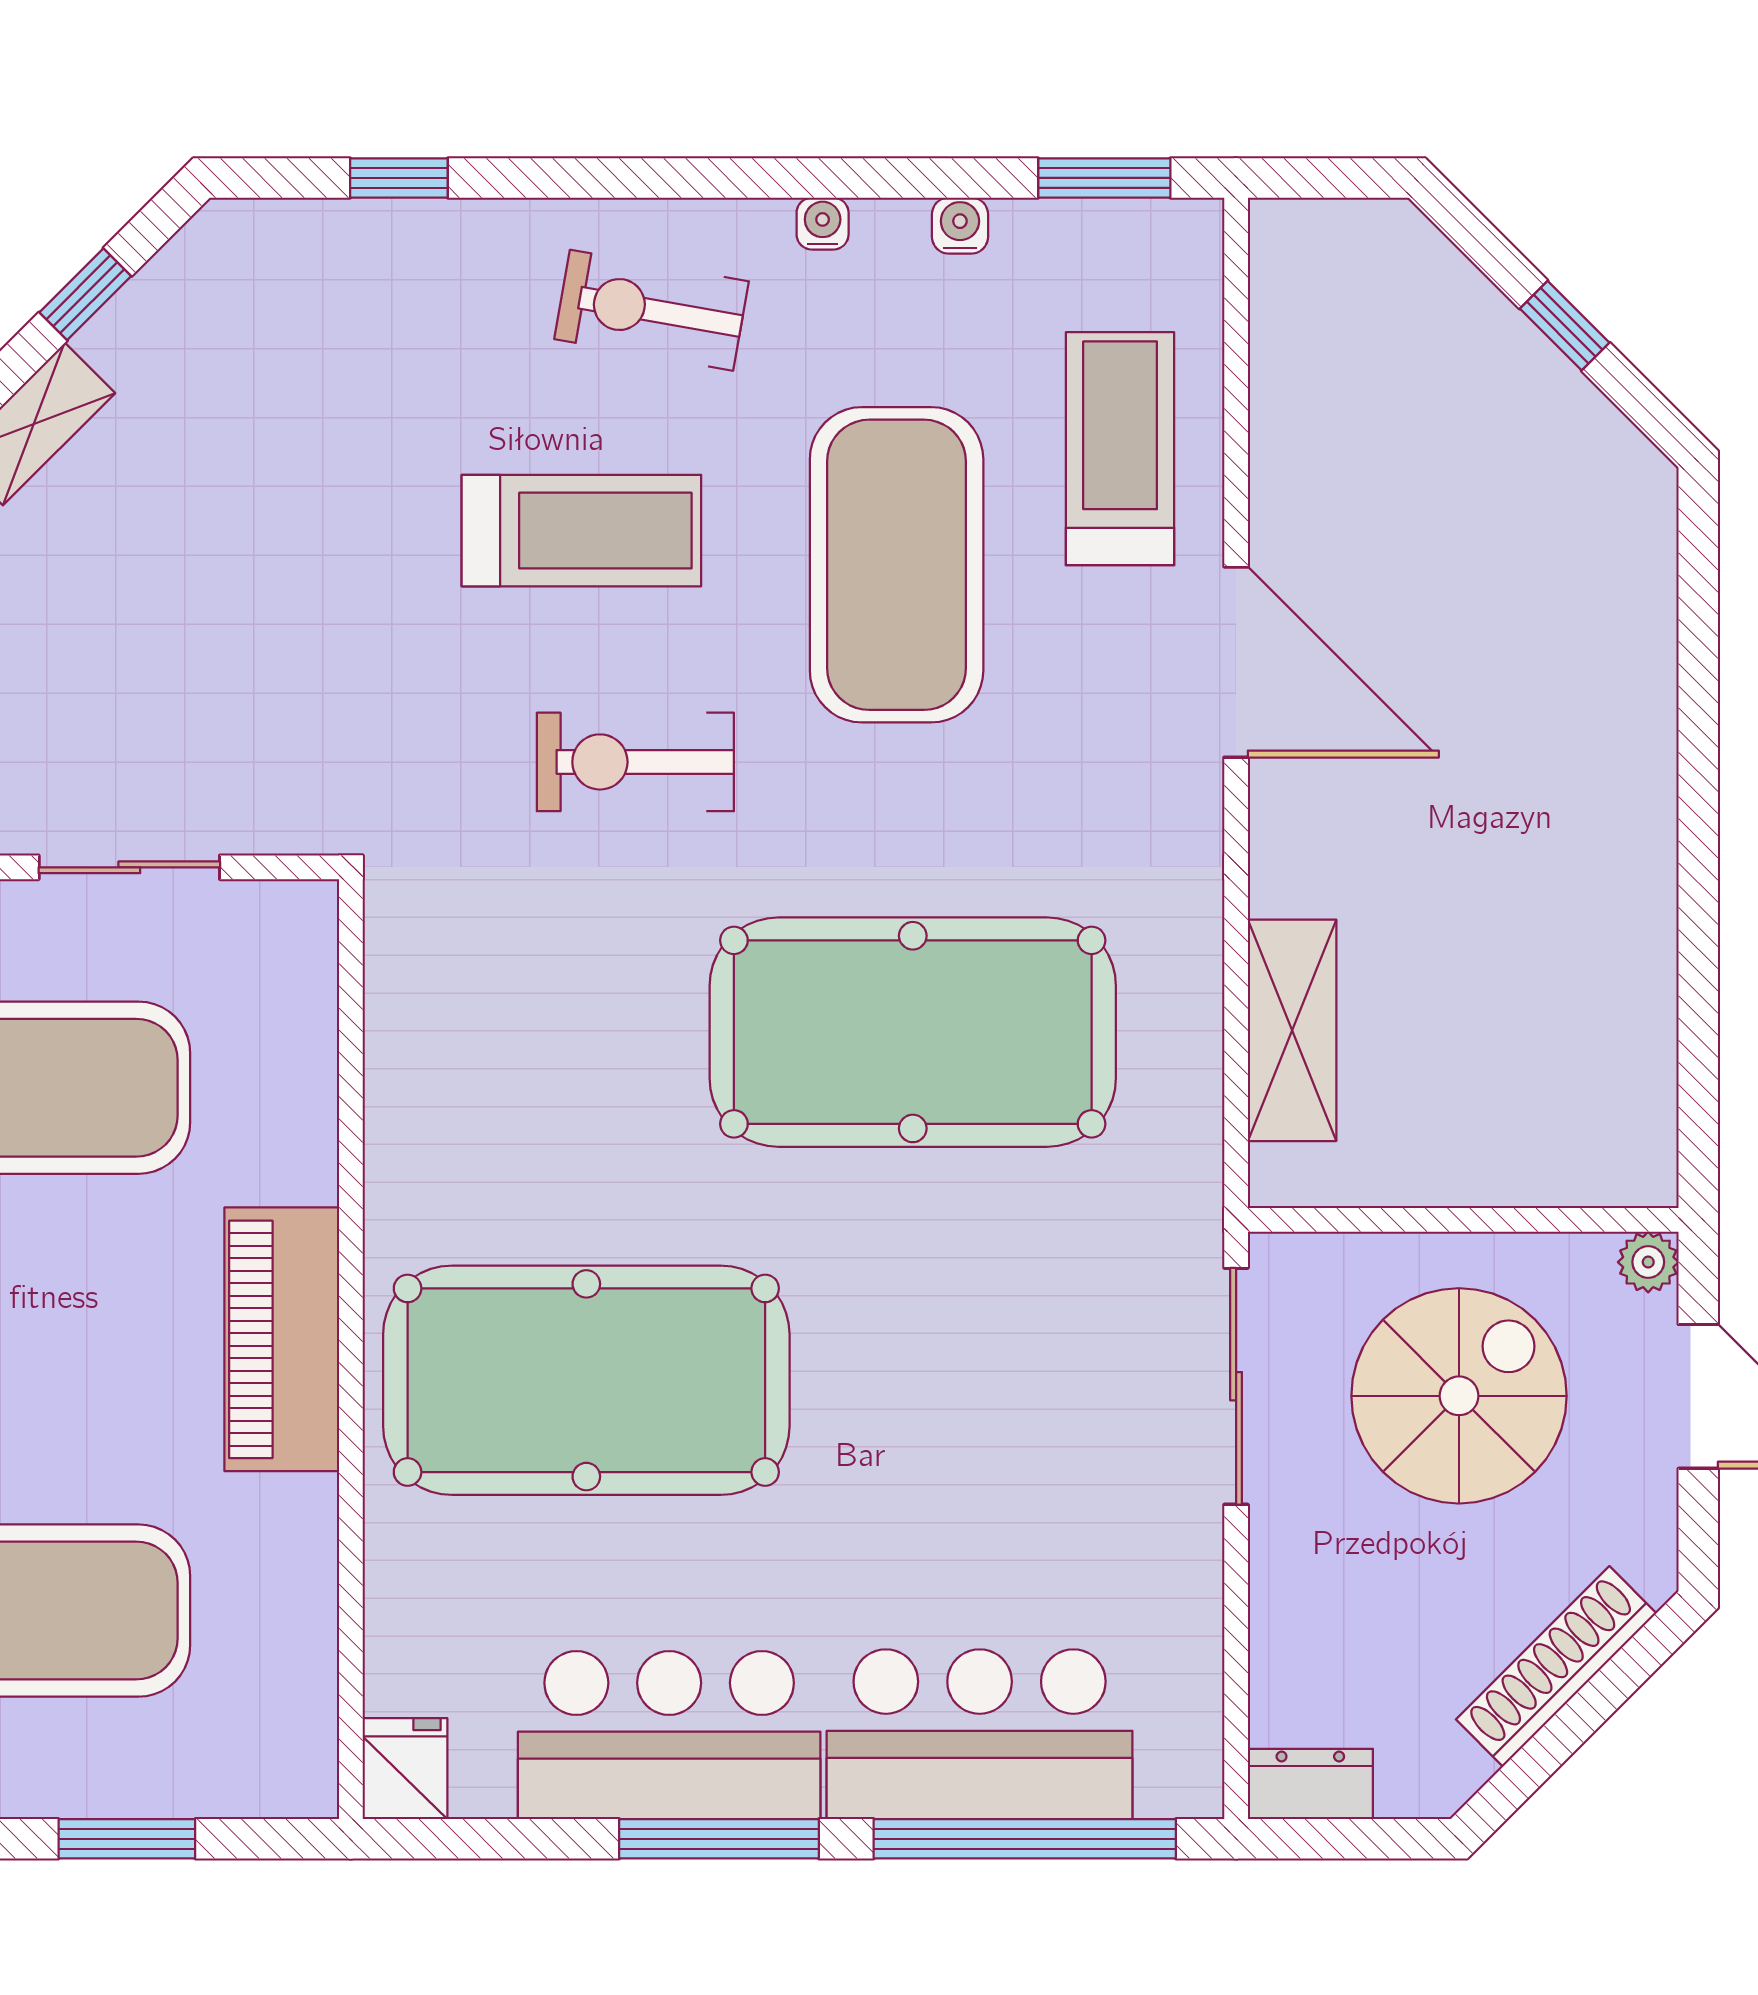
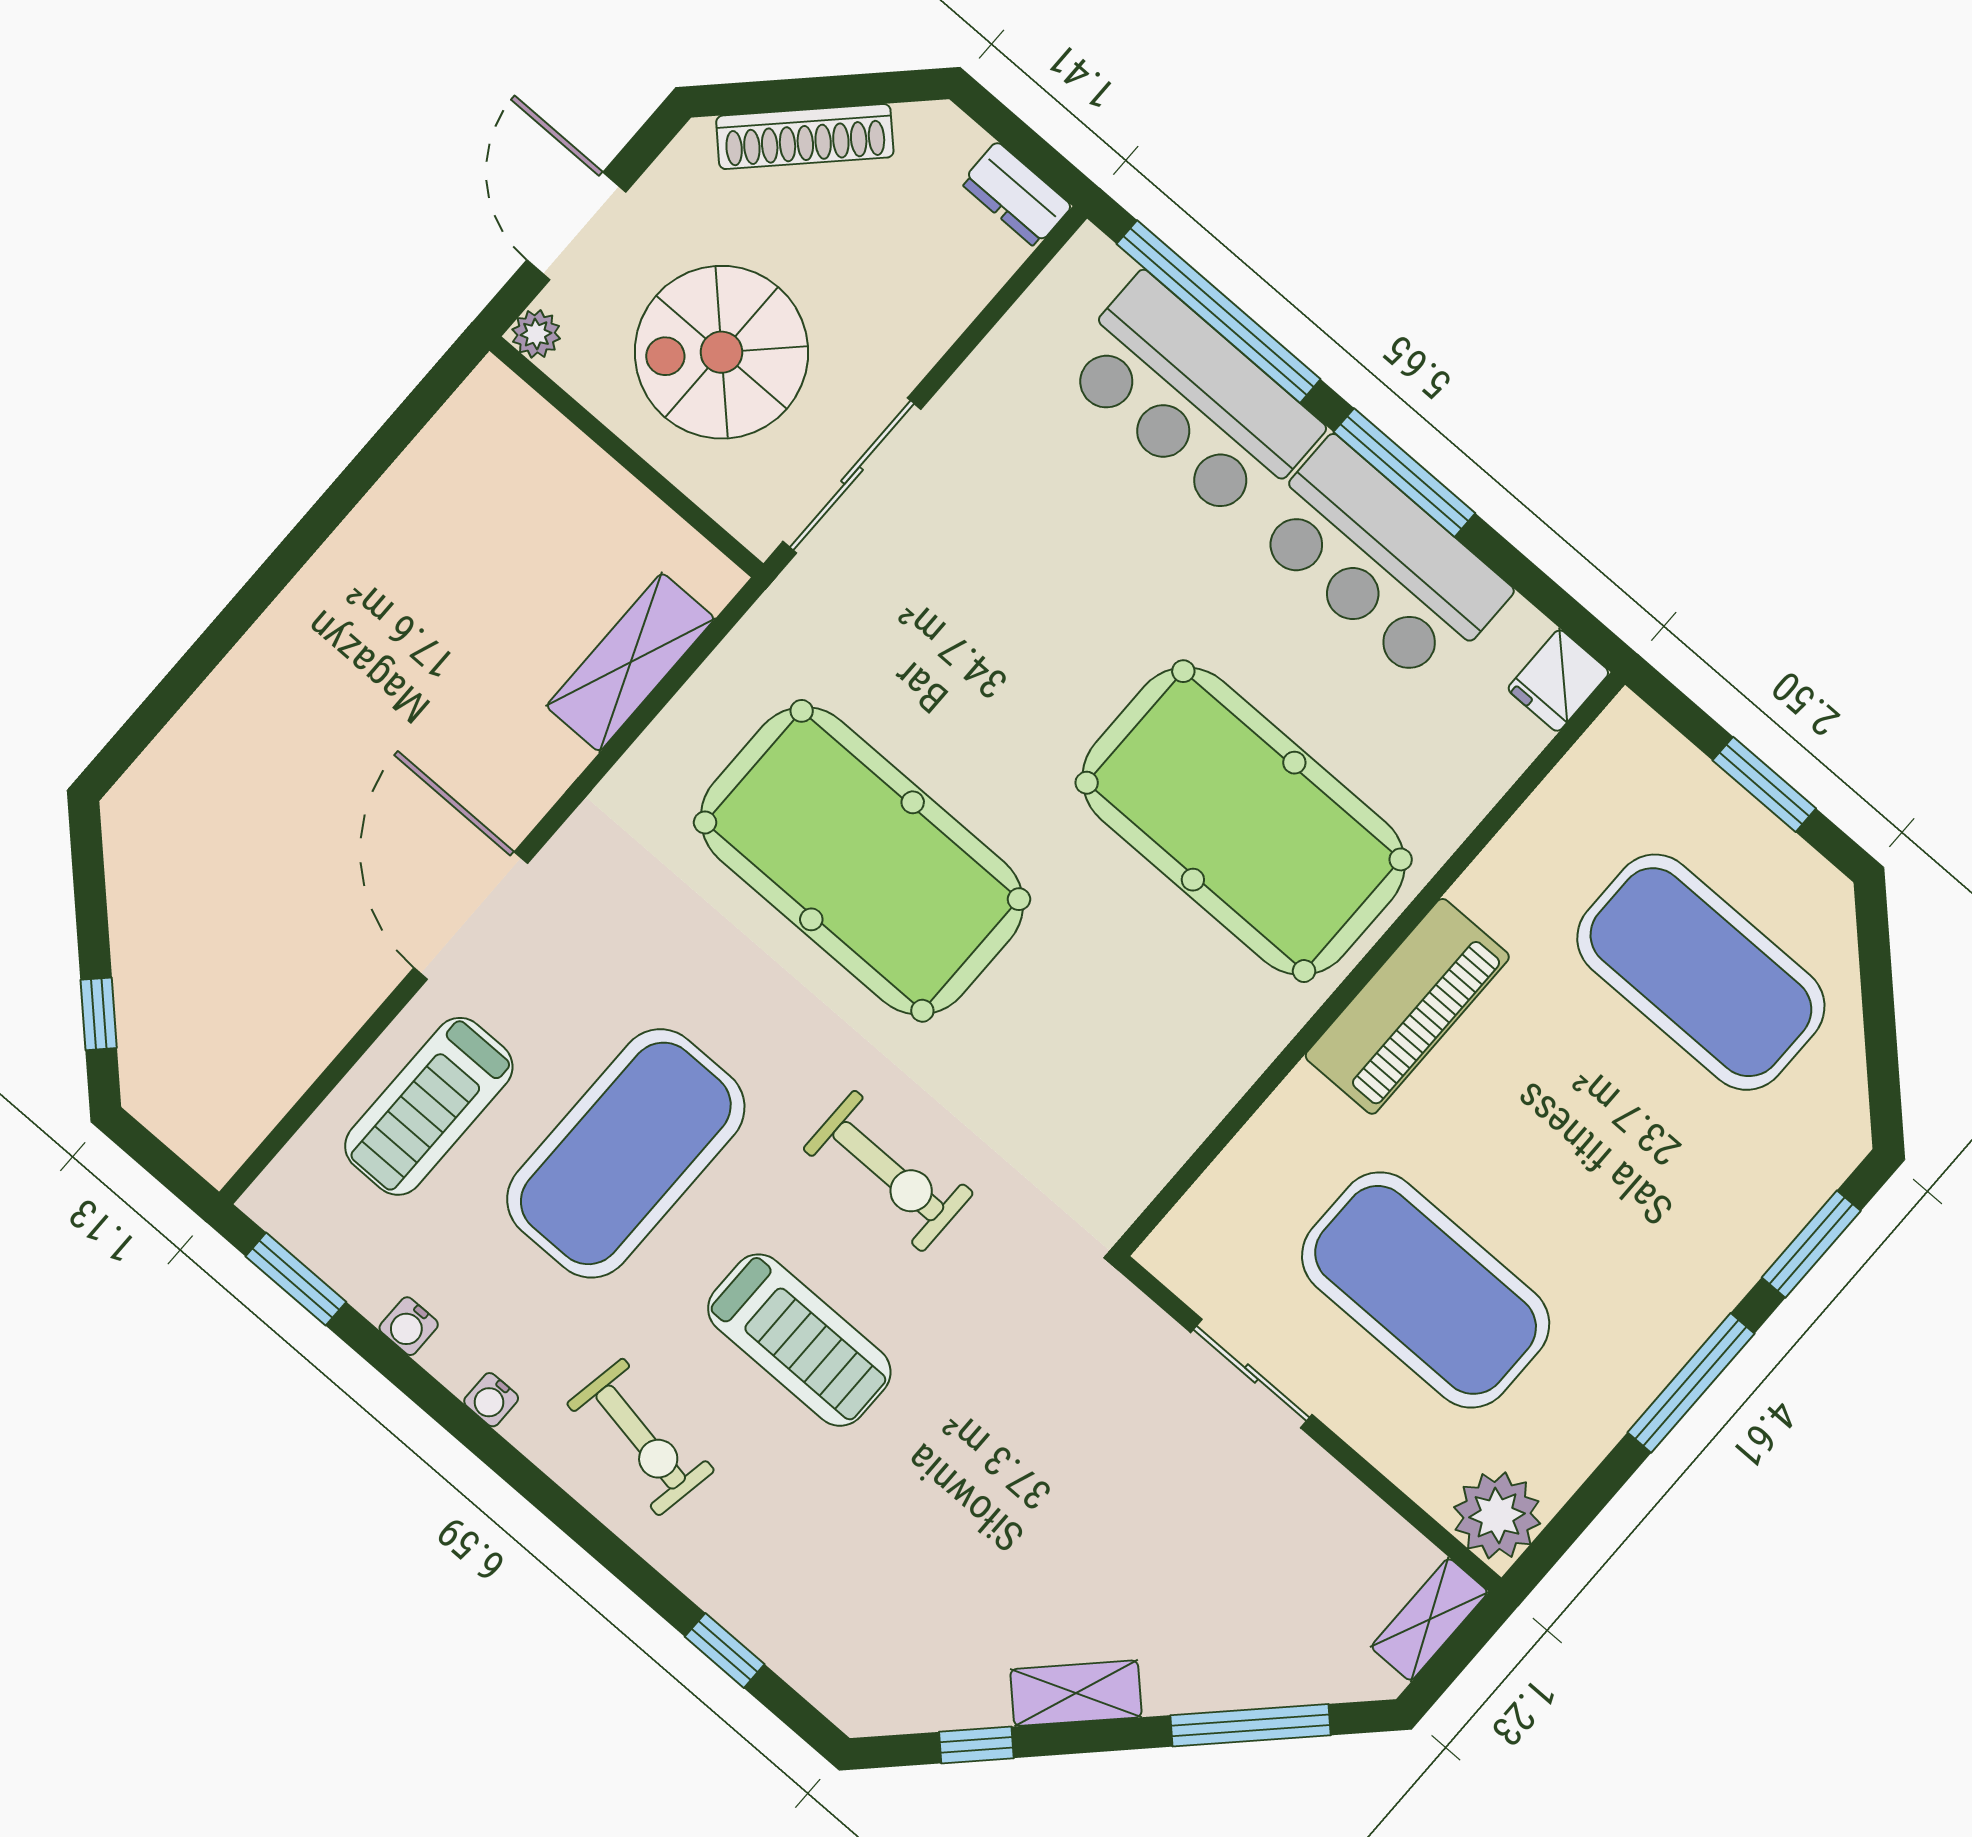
window: (1565, 326) -> (99, 1014), moved
treadmill: (581, 531) -> (799, 1340), turned 180

